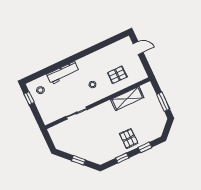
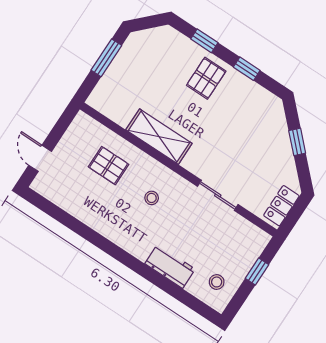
workbench: (63, 73) -> (170, 266), width x0.73
window: (29, 98) -> (257, 272), moved
shelving: (127, 98) -> (159, 137), moved
locker: (56, 137) -> (281, 206), added

